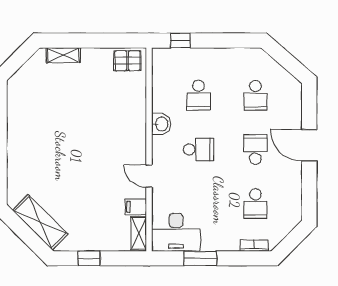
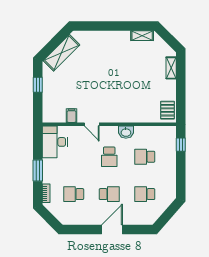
door: (149, 176) -> (92, 124), swing flipped
shelving: (139, 233) -> (142, 36), moved
window: (200, 258) -> (38, 170), moved

